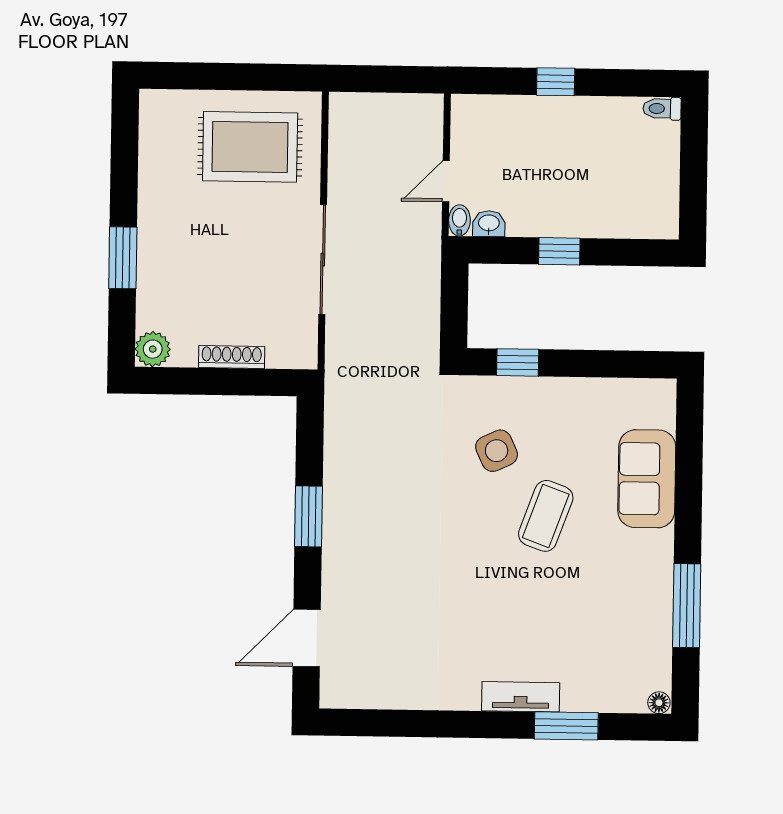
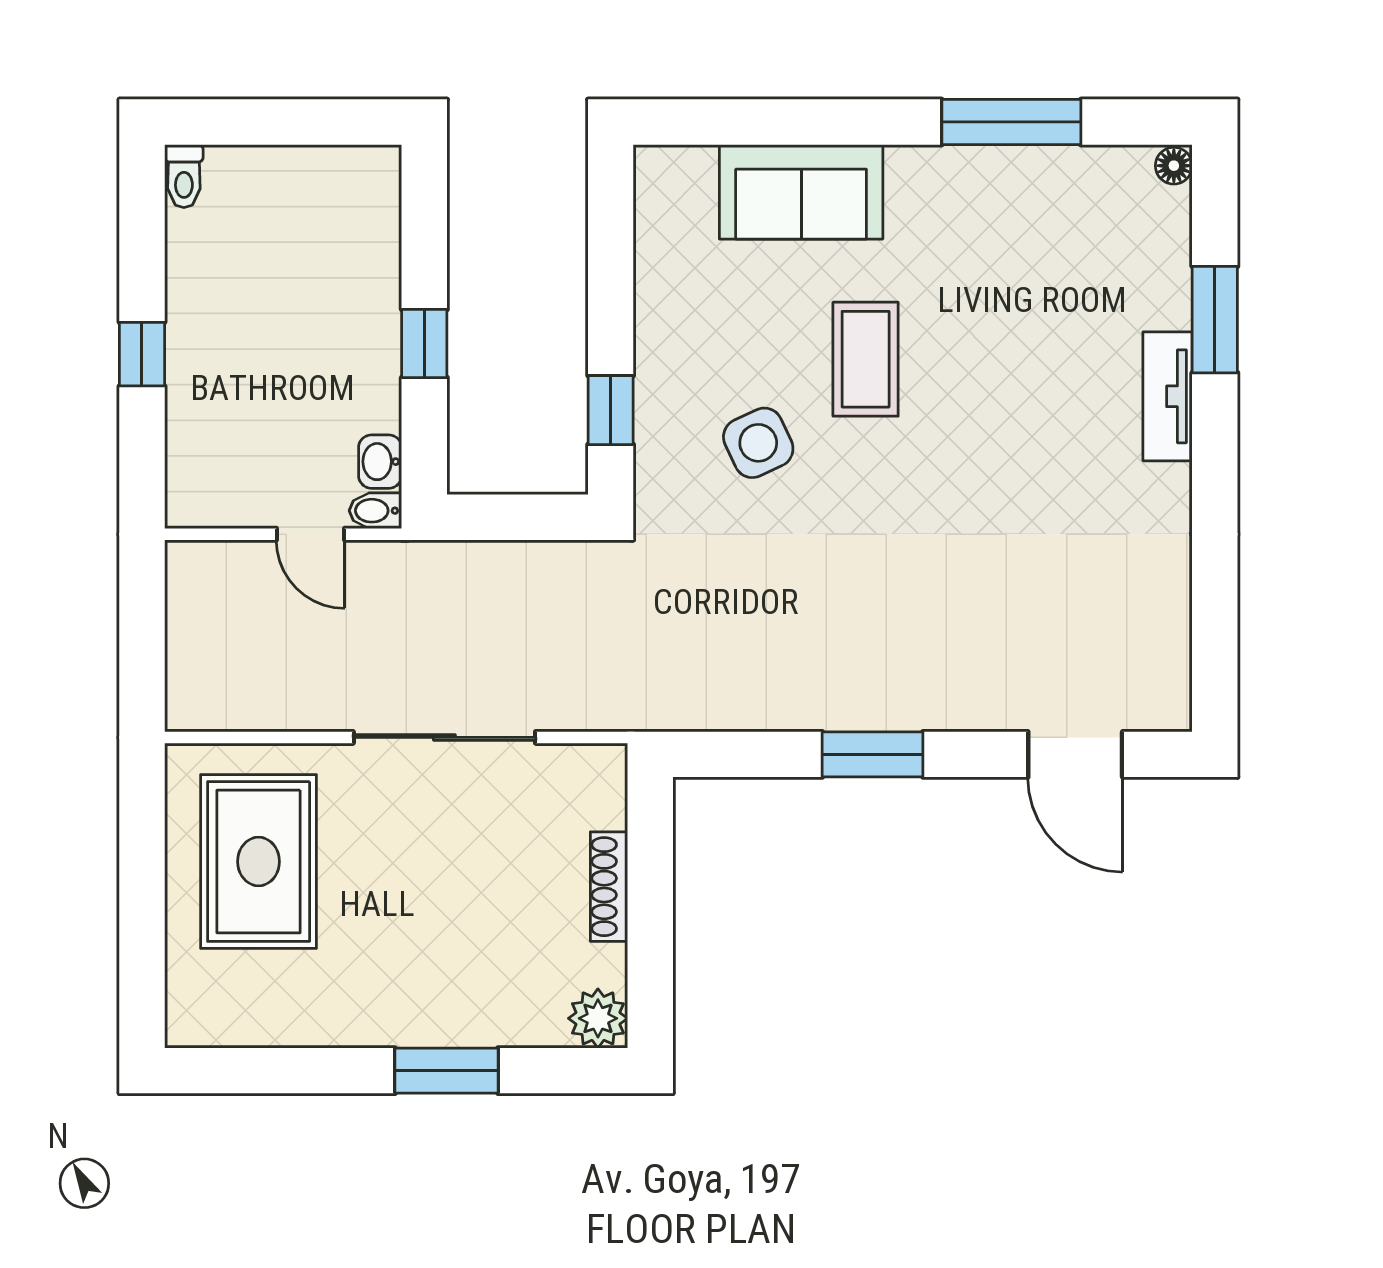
coffee table: (546, 516) -> (866, 359), turned 70

